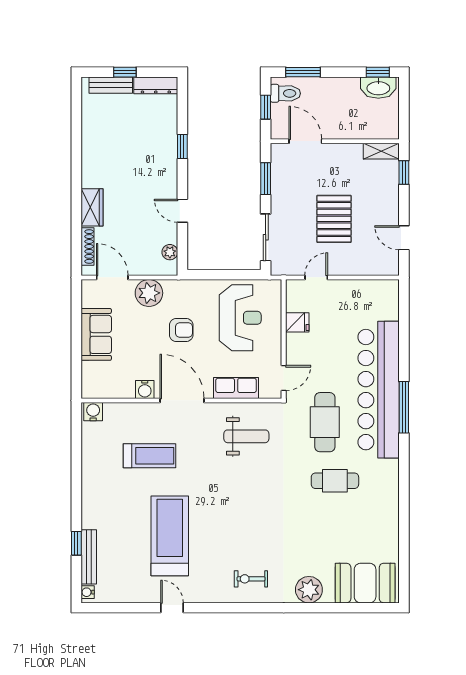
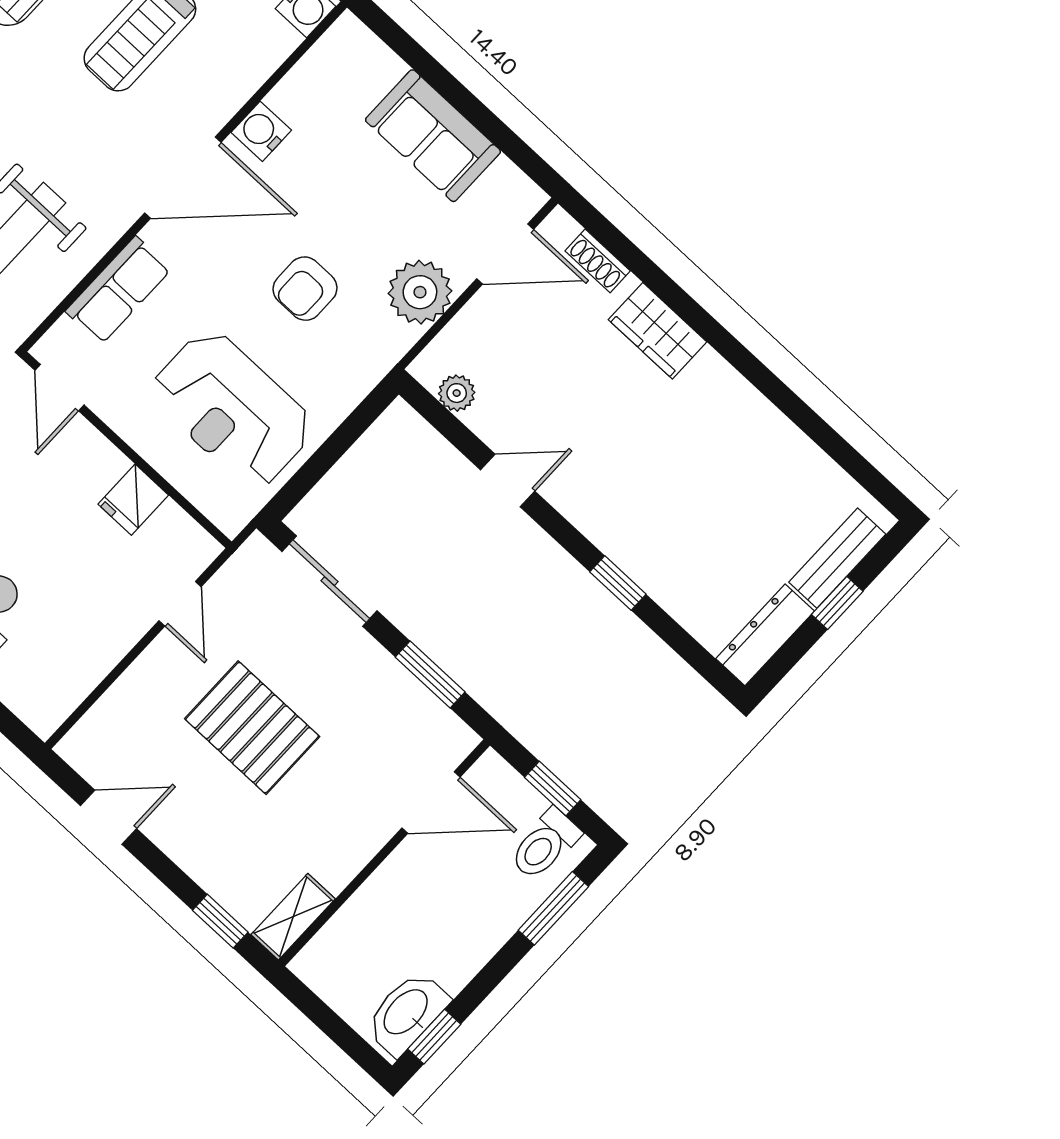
shoe rack: (88, 246) -> (598, 261), width x0.70

